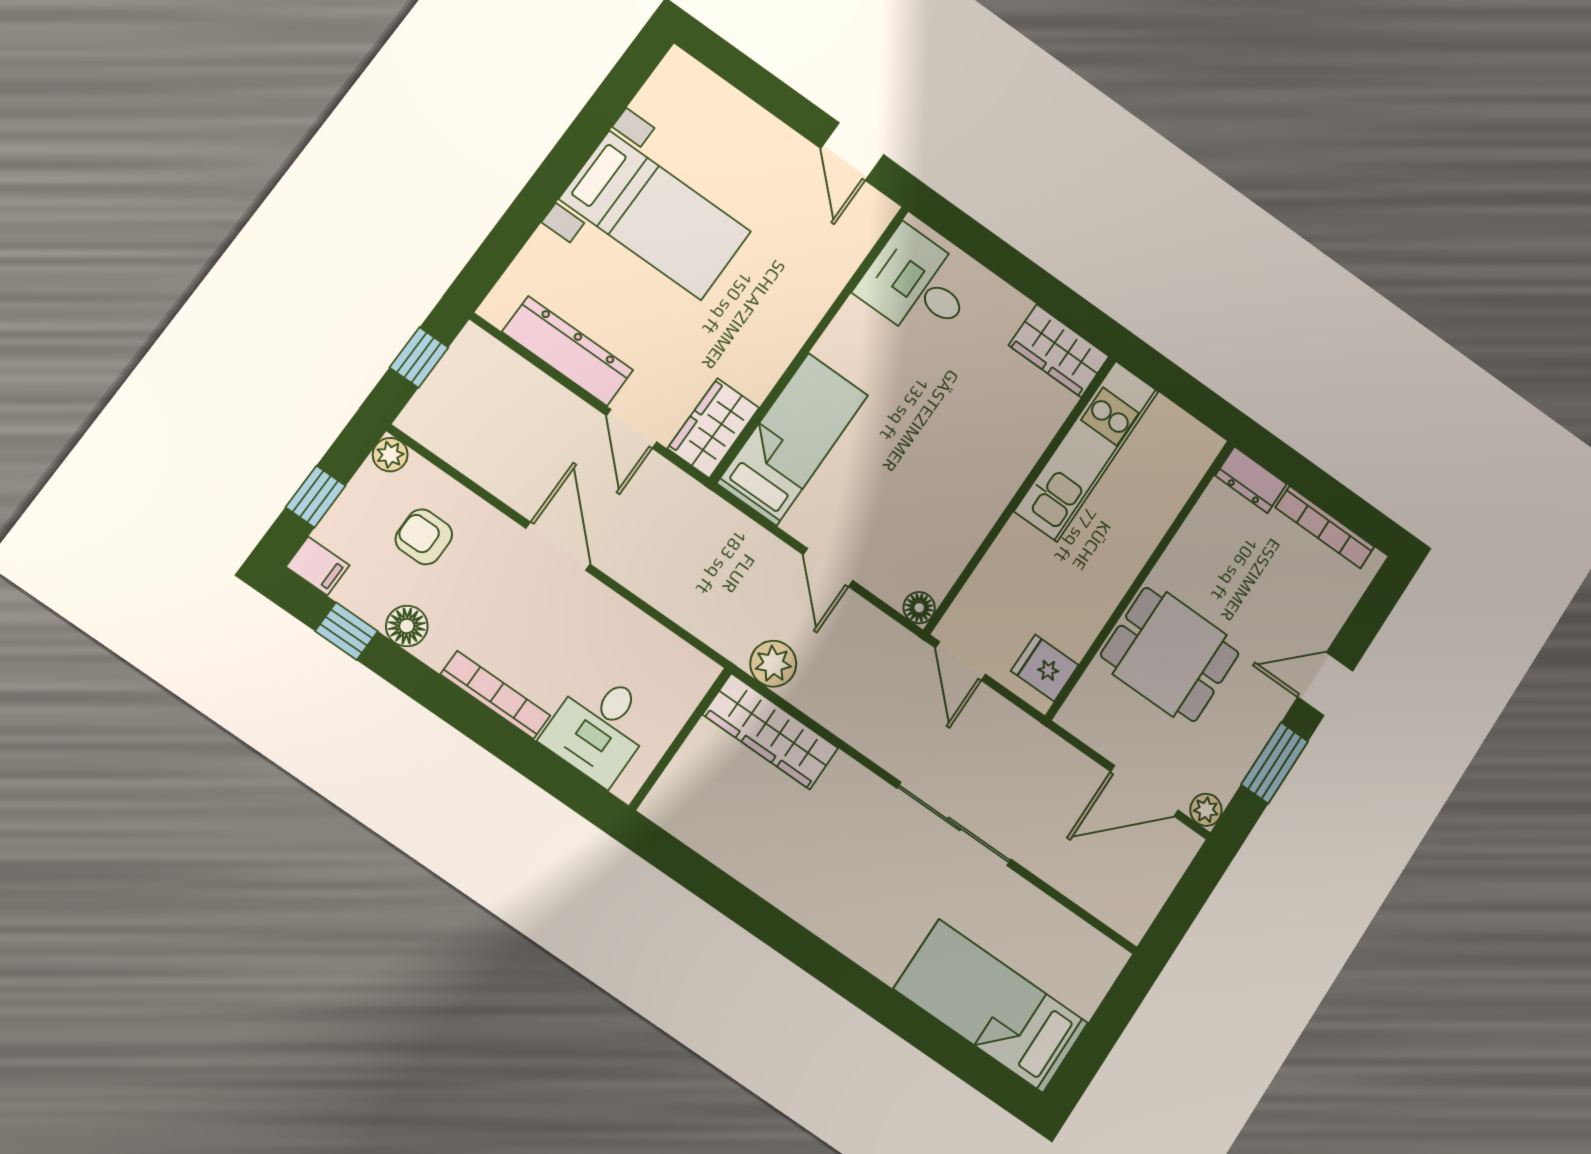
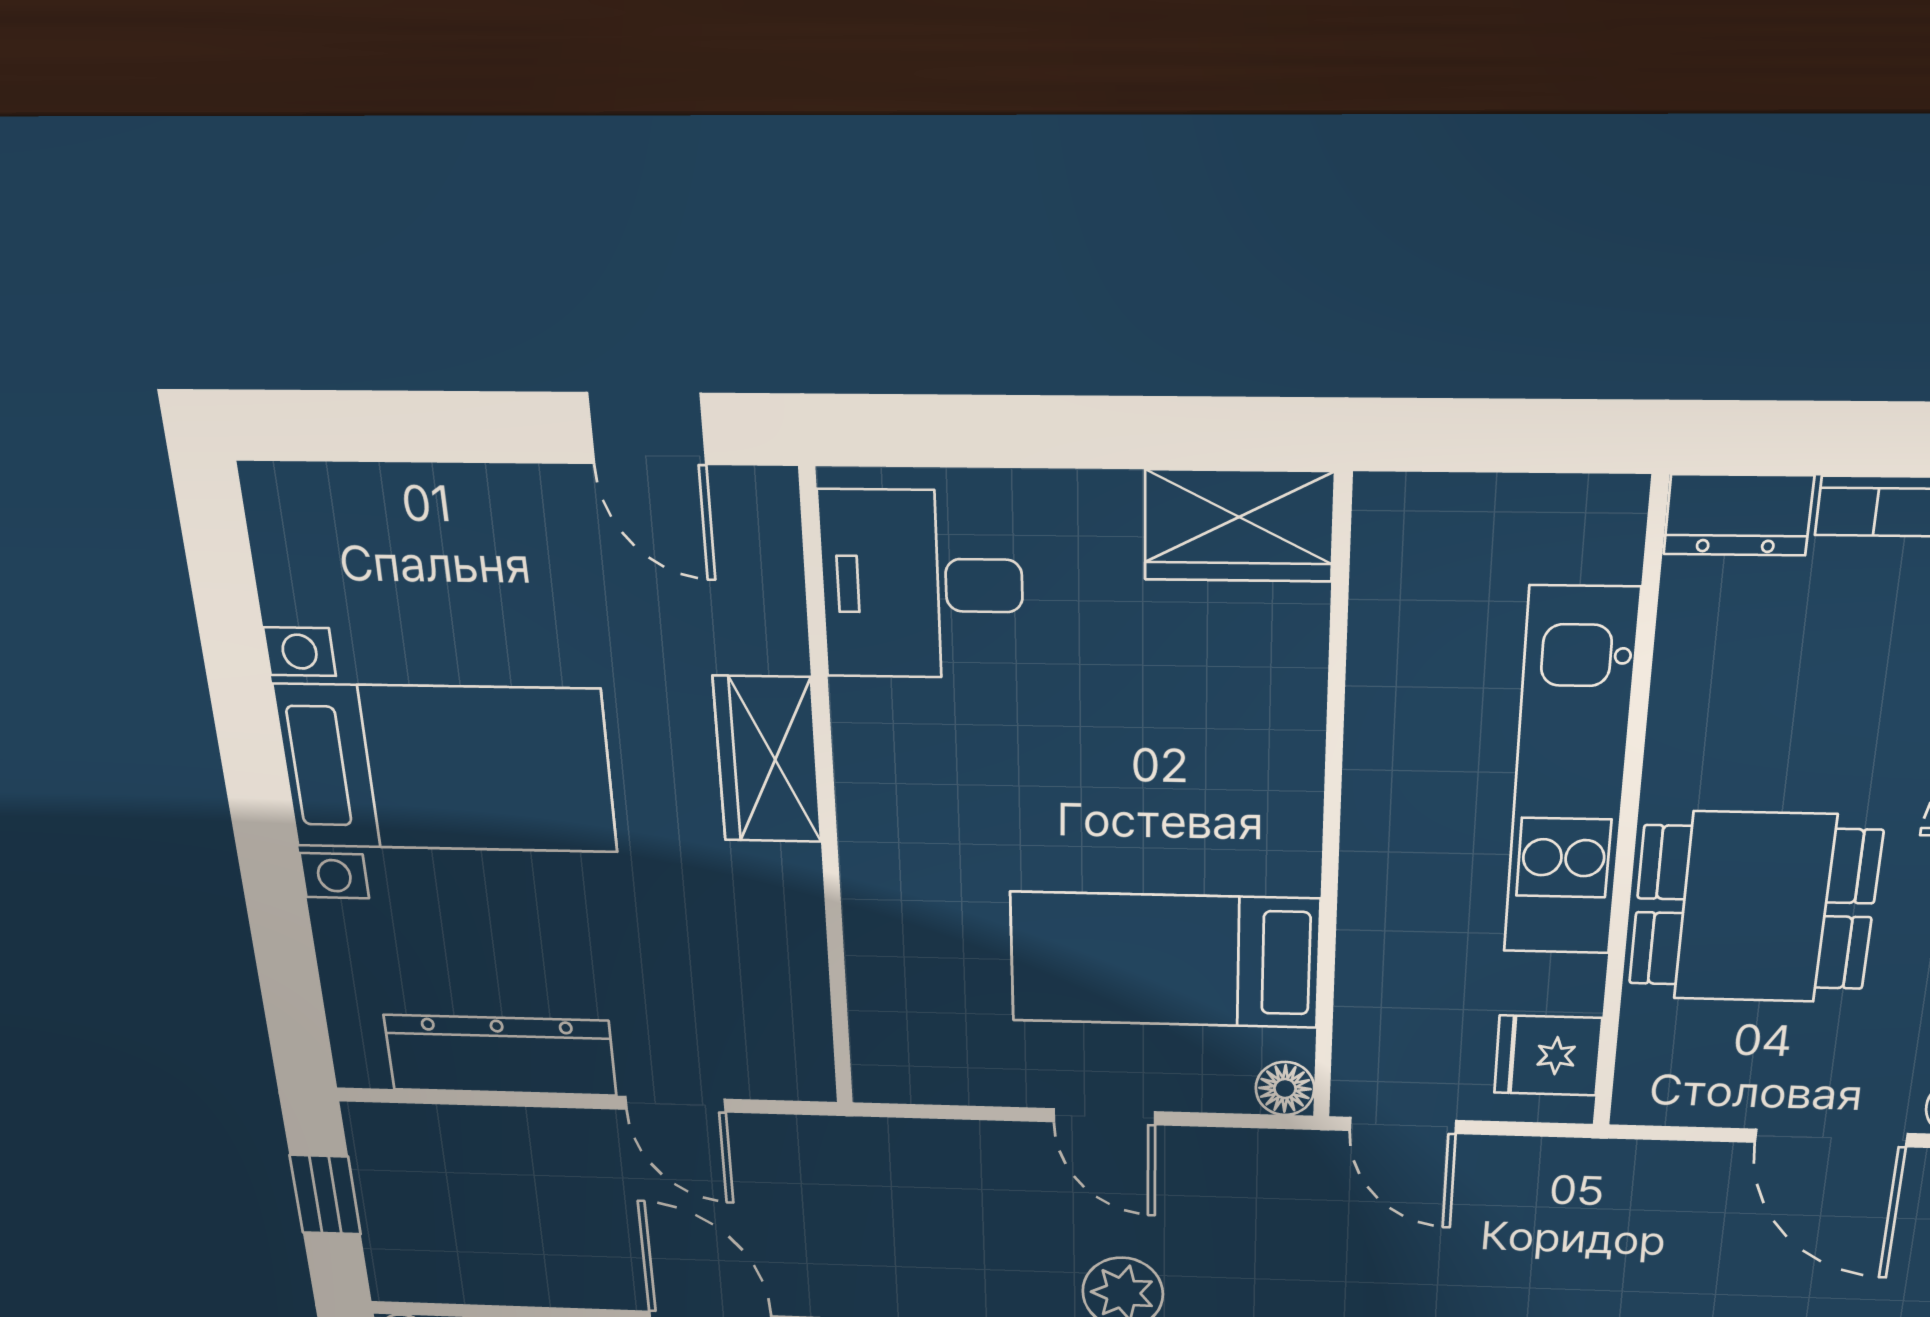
wardrobe: (713, 428) -> (767, 760), moved
bed: (793, 439) -> (1164, 960), moved, turned -90
kitchen unit: (1087, 451) -> (1570, 775), moved, turned 180
door: (1144, 791) -> (1831, 1138), hinge flipped

